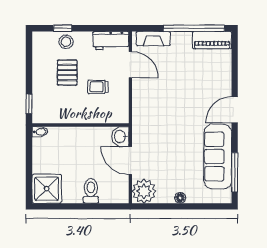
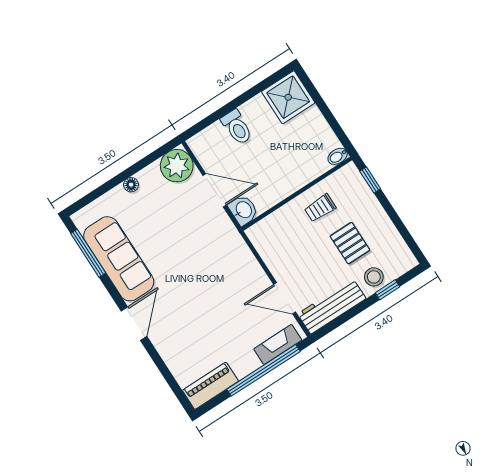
window: (194, 28) -> (263, 370), moved
workbench: (111, 41) -> (332, 306), width x1.37
trolley: (98, 87) -> (320, 208), moved, turned 180

